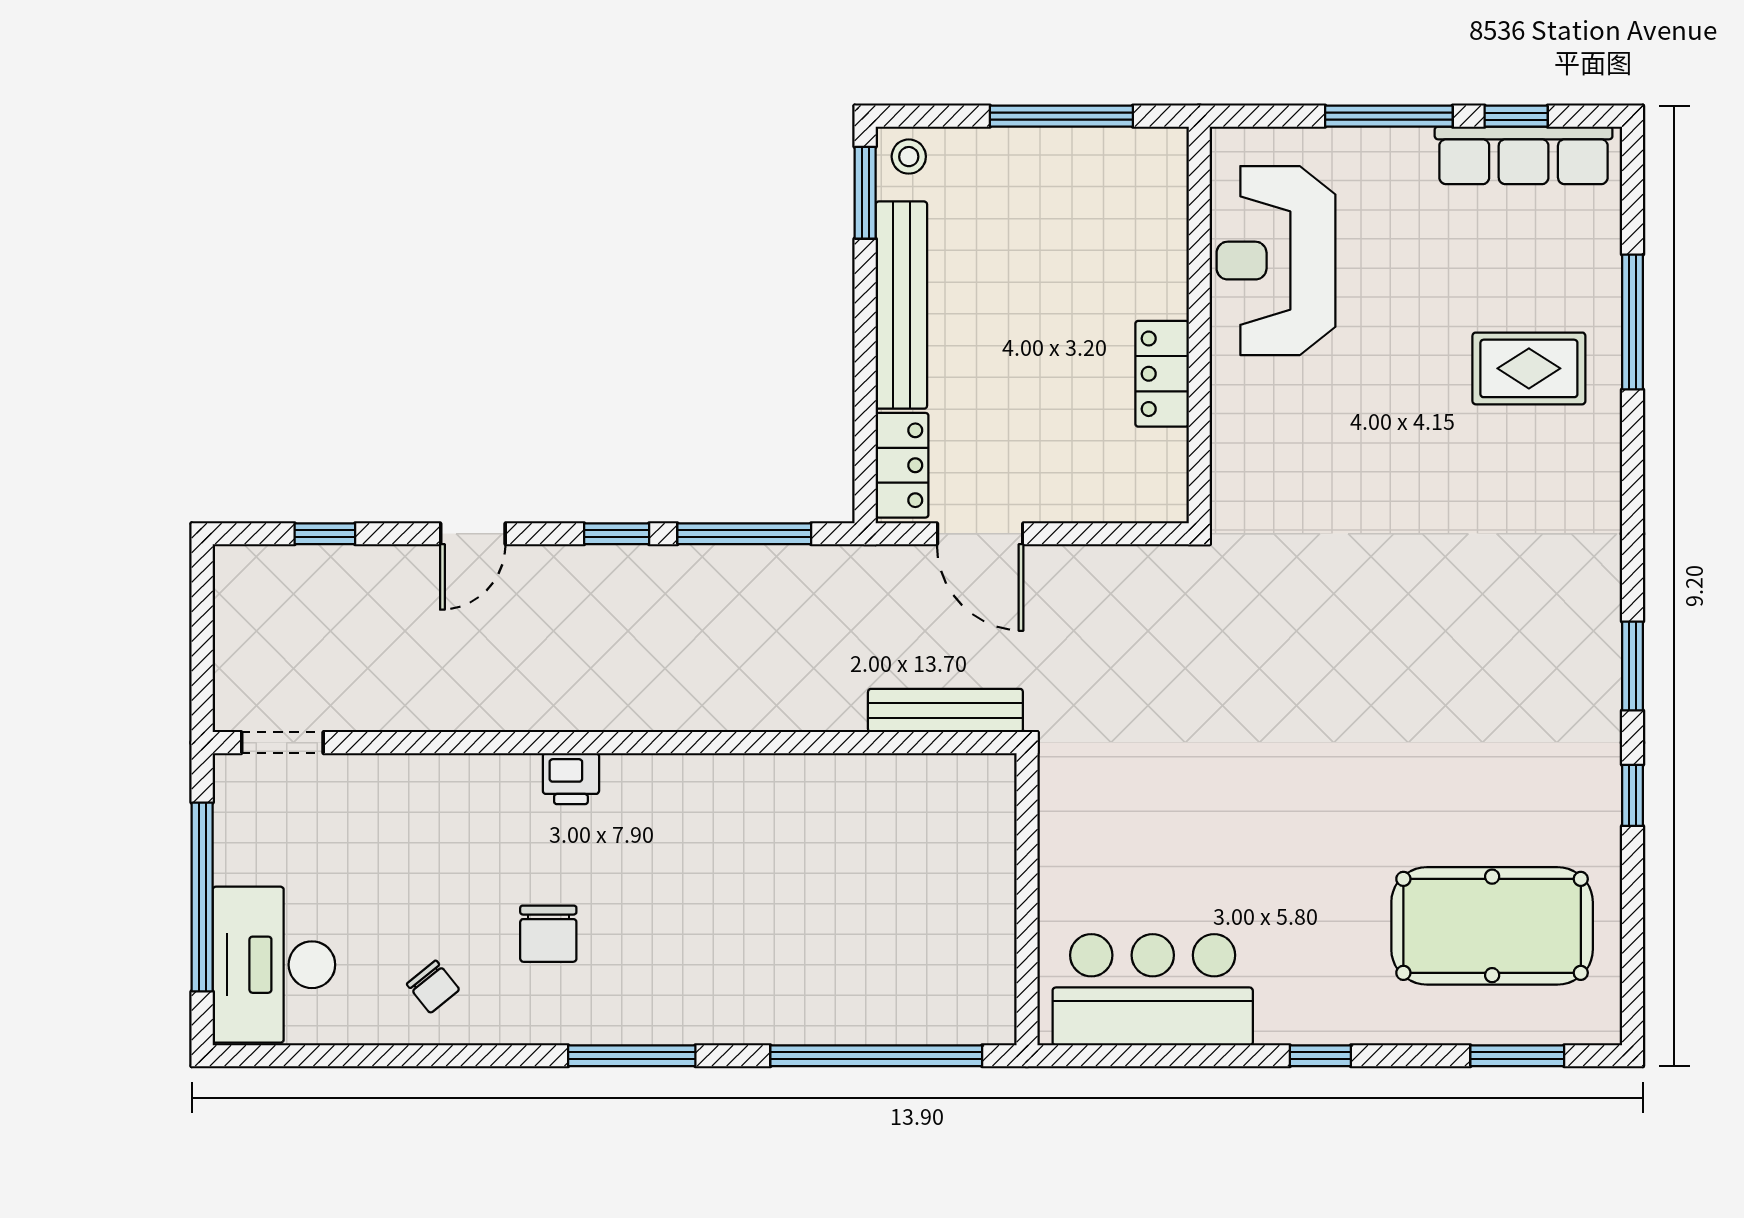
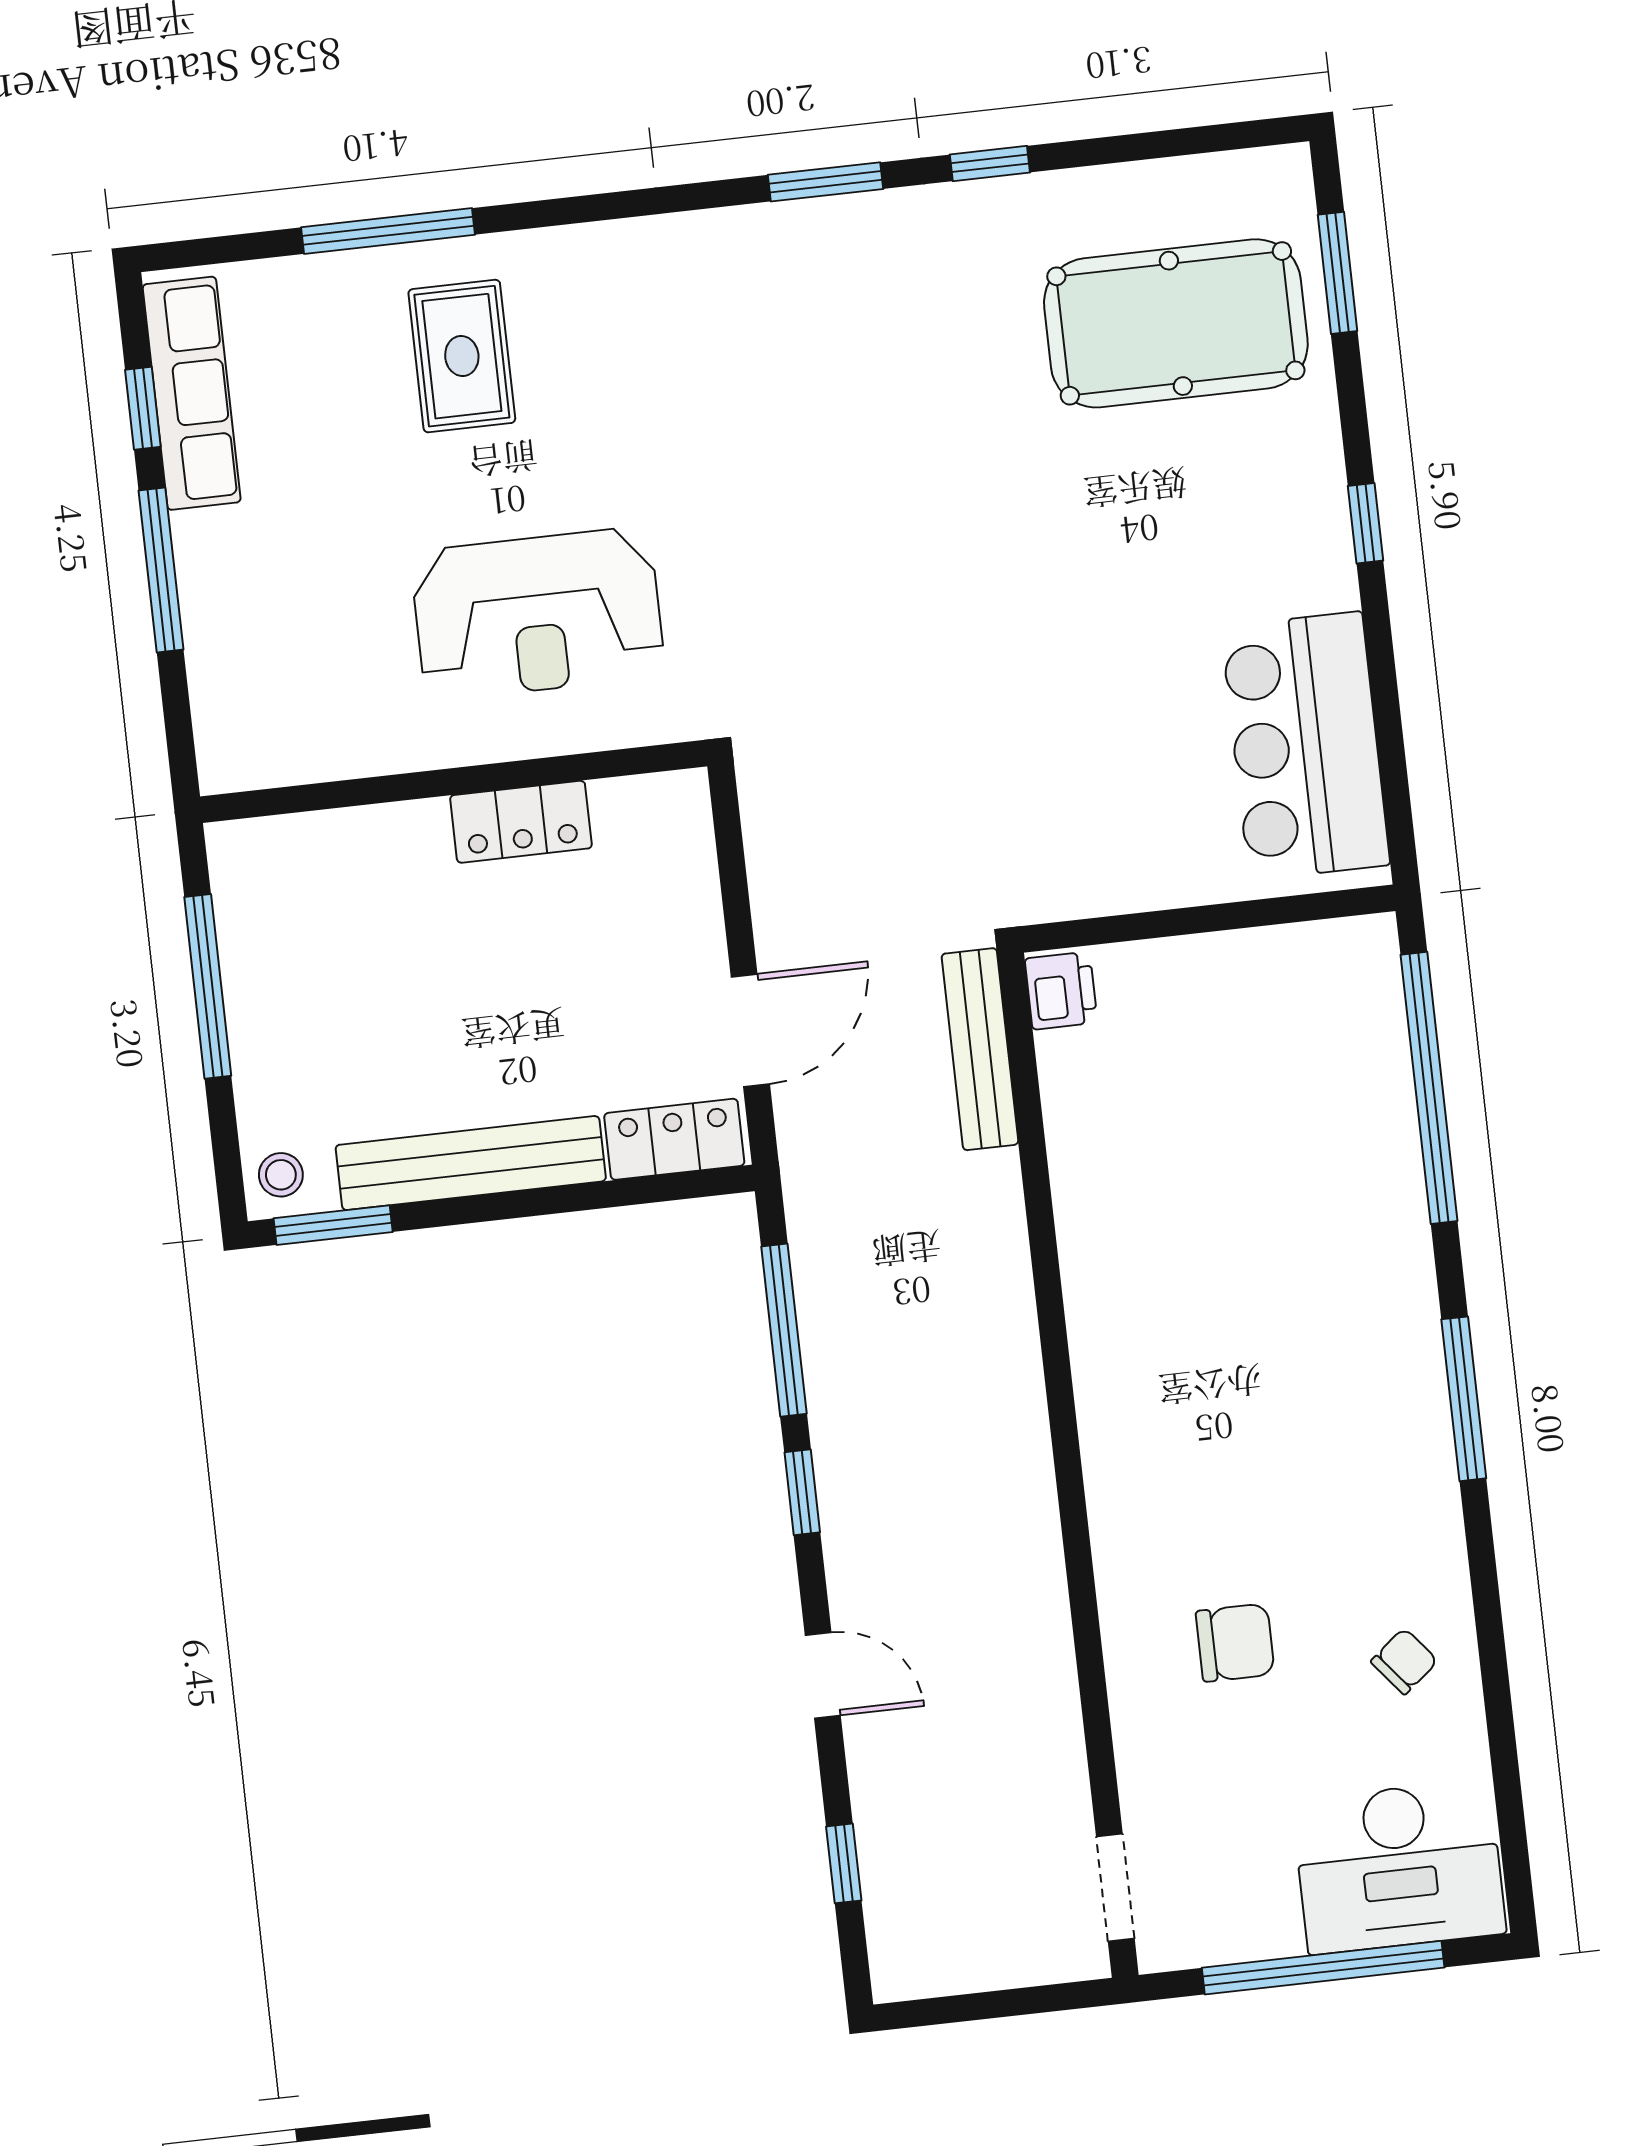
reception desk: (1276, 261) -> (538, 614), moved
printer: (571, 779) -> (1061, 991), moved
pool table: (1492, 926) -> (1176, 323), turned 90
chair: (548, 934) -> (1235, 1643), moved

